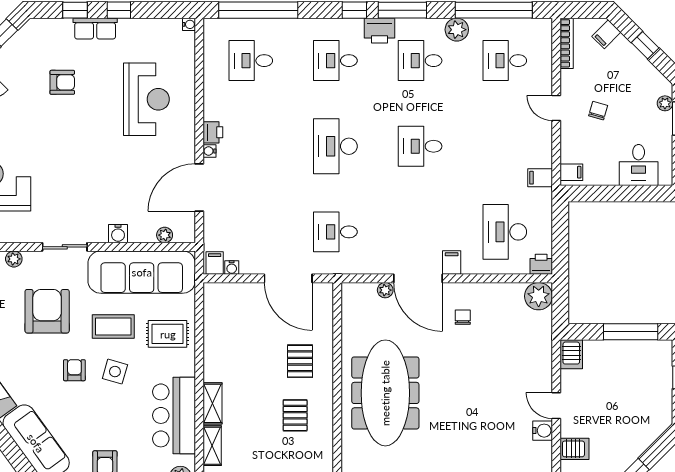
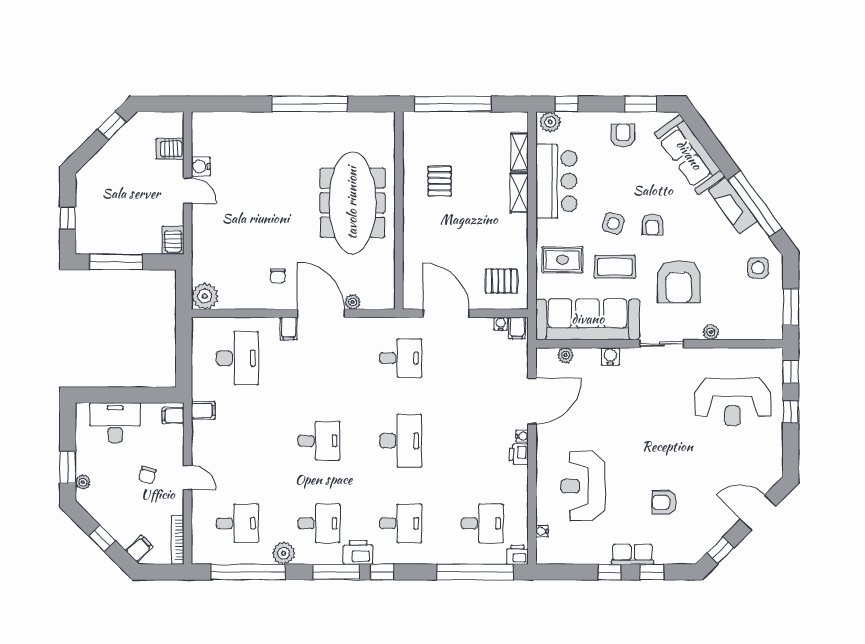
water cooler: (189, 24) -> (542, 531), moved
desk: (639, 165) -> (115, 423), width x1.37
printer: (541, 264) -> (517, 555), moved, turned 180
pallet: (300, 361) -> (501, 281), moved, turned 90

